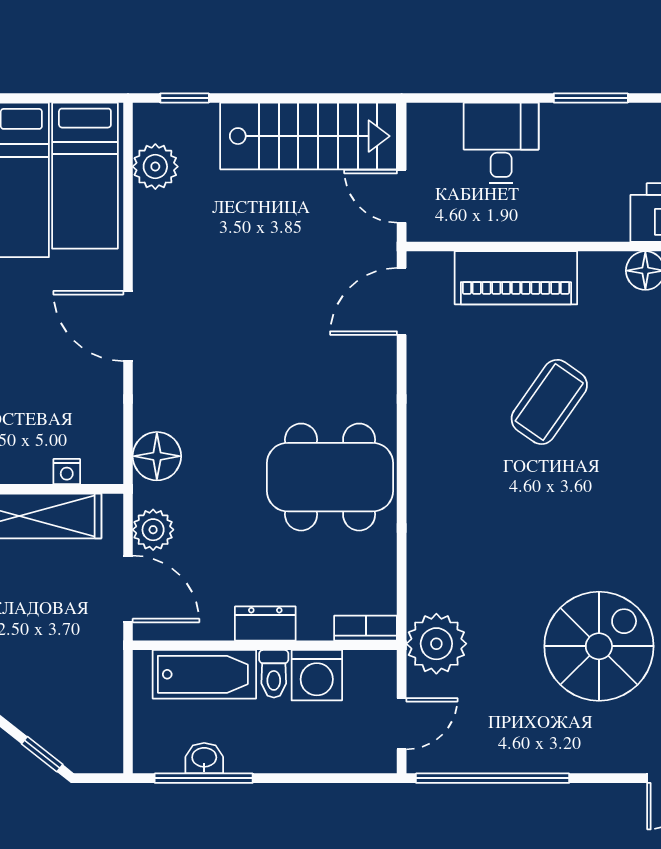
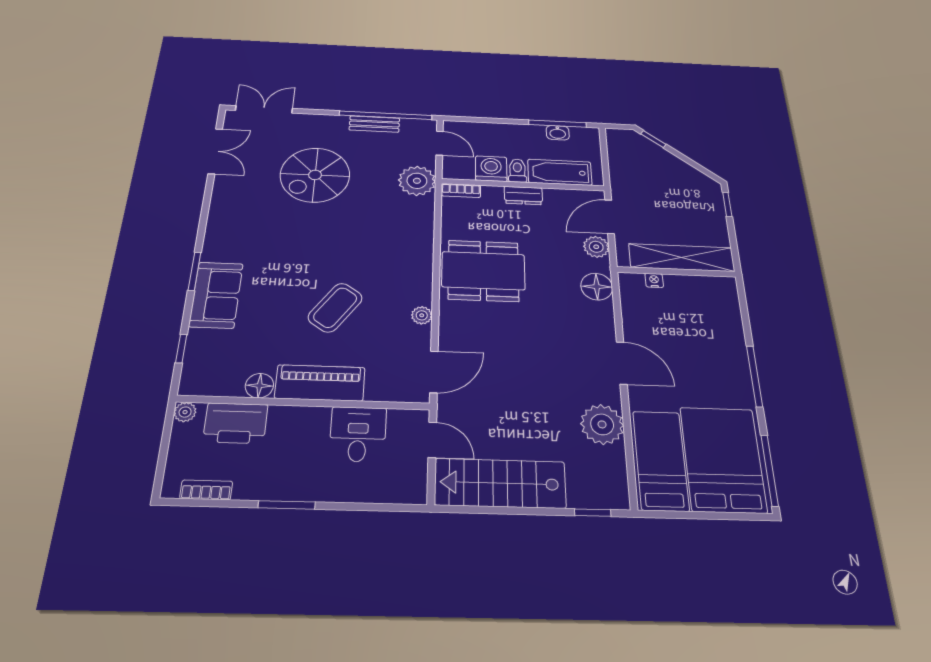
desk: (501, 143) -> (358, 434), moved, turned 180
plant: (155, 167) -> (602, 424), moved, width x1.36, depth x1.36
piano: (516, 278) -> (320, 383), moved
plant: (422, 394) -> (422, 315), added
door: (128, 589) -> (610, 217), hinge flipped
door: (402, 724) -> (440, 143), swing flipped
bench: (510, 758) -> (374, 124), added

